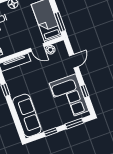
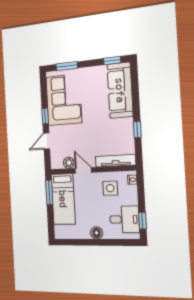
side table: (13, 41) -> (110, 188), added
window: (85, 91) -> (45, 116), moved
window: (51, 132) -> (112, 60), moved

